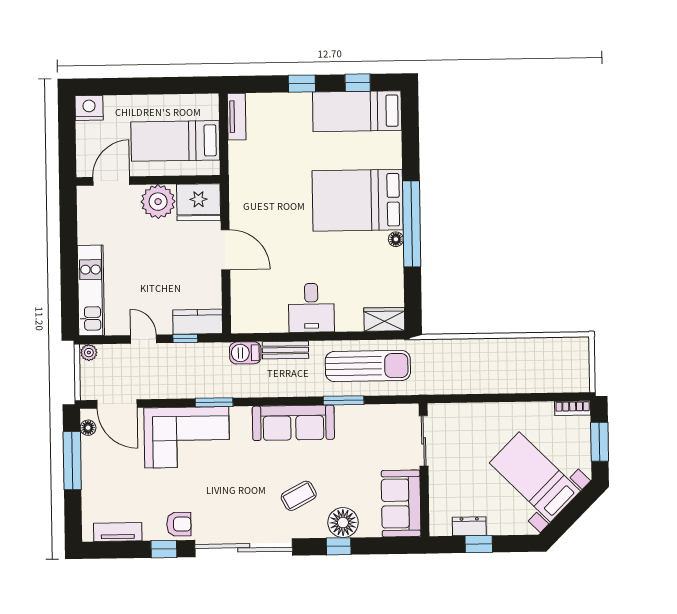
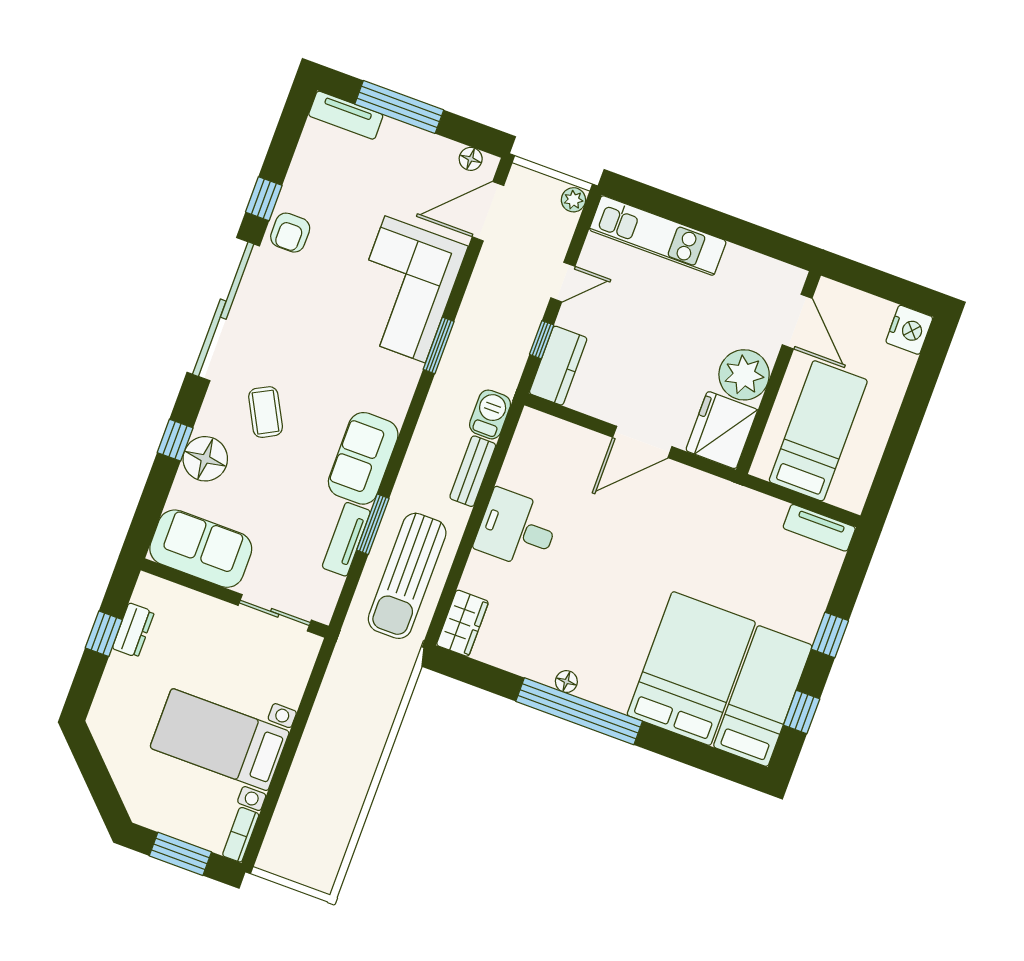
bed: (358, 200) -> (691, 669), moved
tv unit: (360, 414) -> (346, 539), added
sofa: (293, 423) -> (363, 458), width x0.73
window: (72, 461) -> (399, 107), moved
bed with nightstands: (535, 477) -> (220, 740), moved, turned -135
tv unit: (118, 532) -> (346, 115), moved, turned 90

